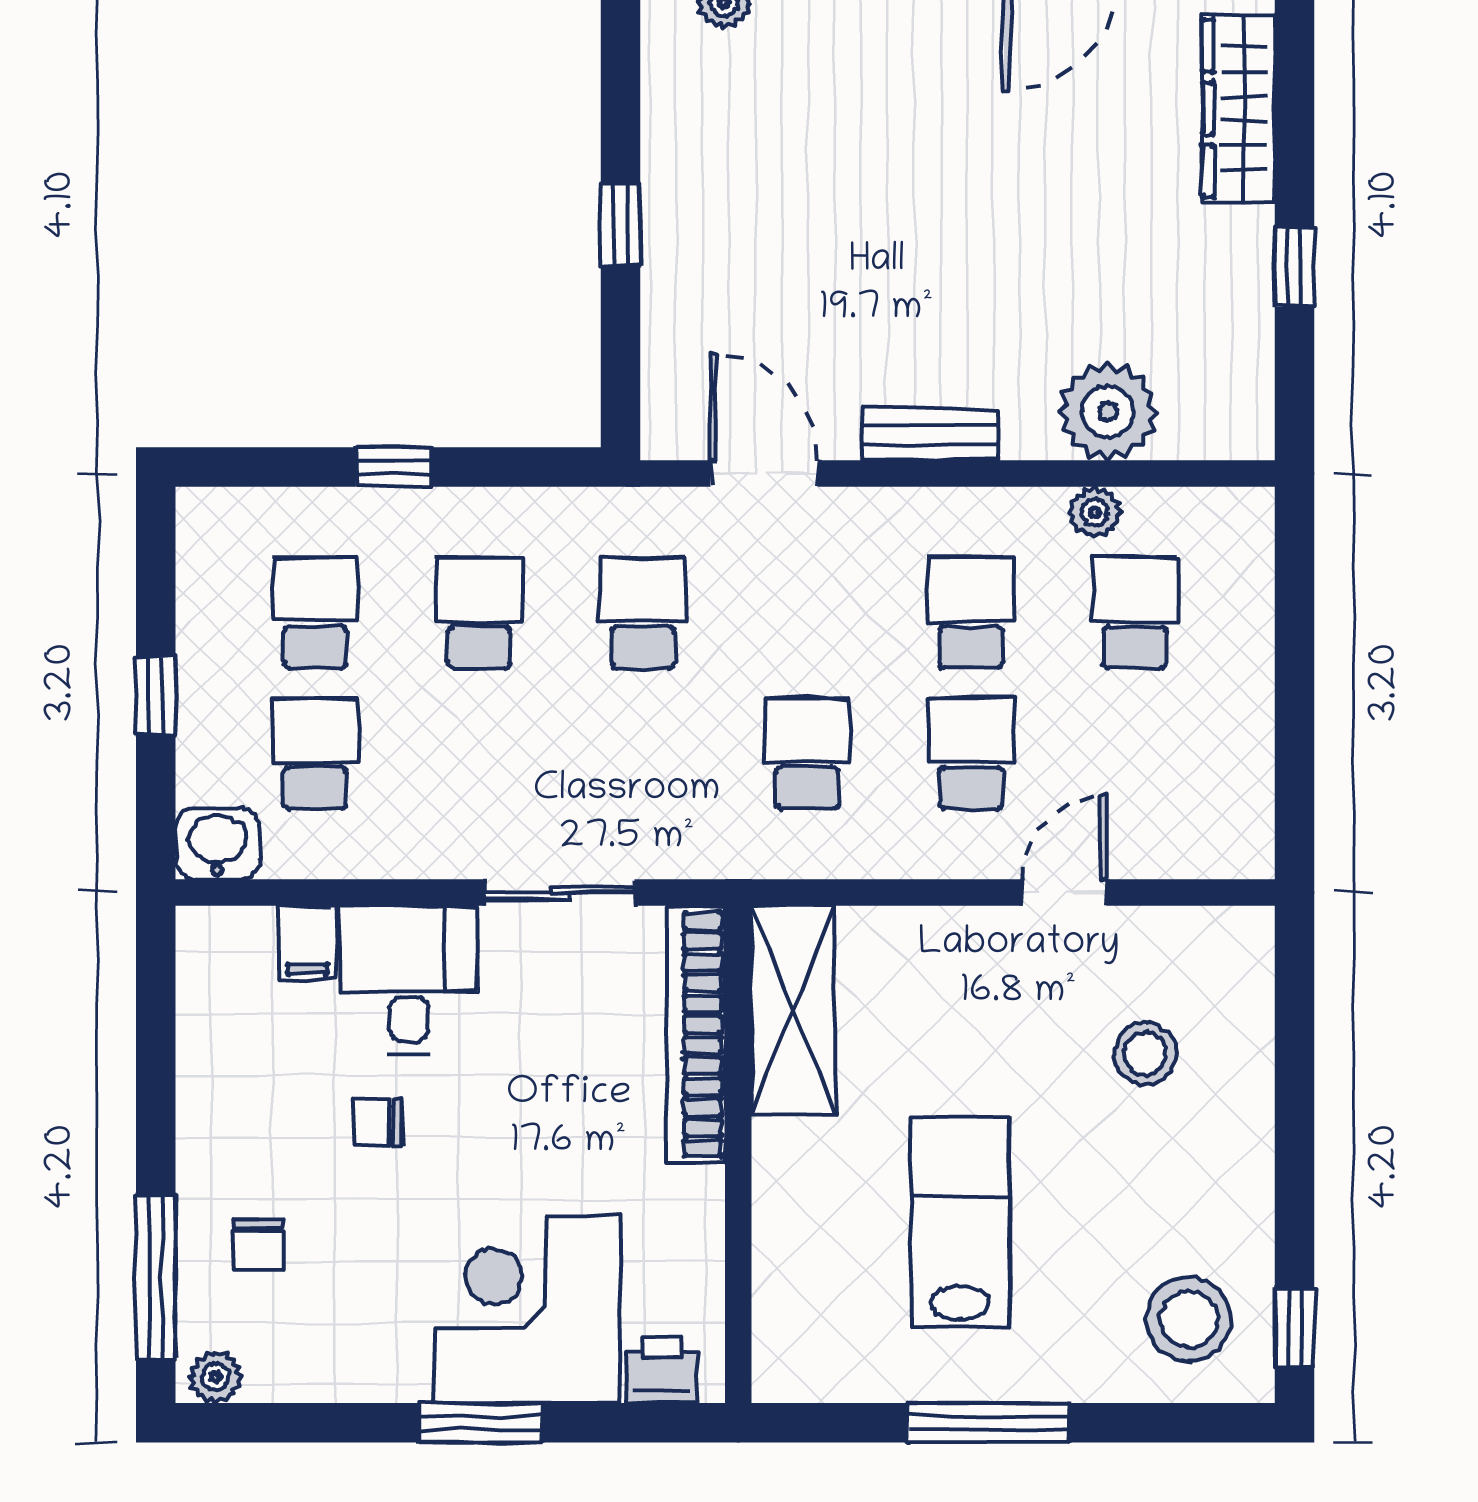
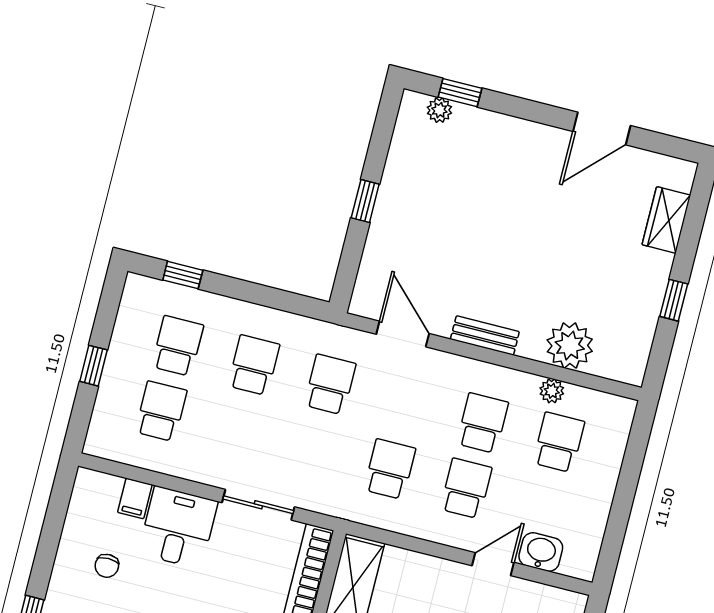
wardrobe: (1239, 108) -> (666, 220), width x0.67
window: (394, 467) -> (183, 275), moved
washbasin: (218, 844) -> (541, 552), moved
chair: (377, 1122) -> (107, 566), moved, turned -90

